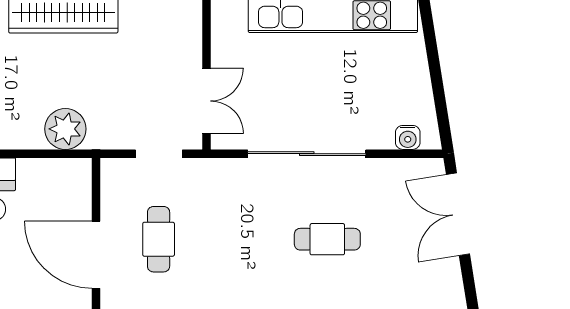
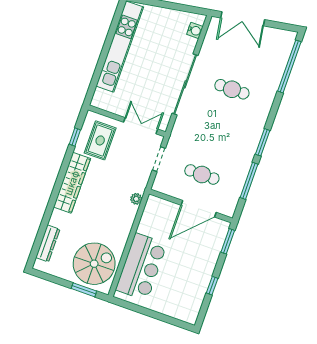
rug: (155, 39) -> (100, 140), added
plant: (65, 129) -> (136, 199), width x0.53, depth x0.53
cafe table: (327, 239) -> (232, 89), turned 90

